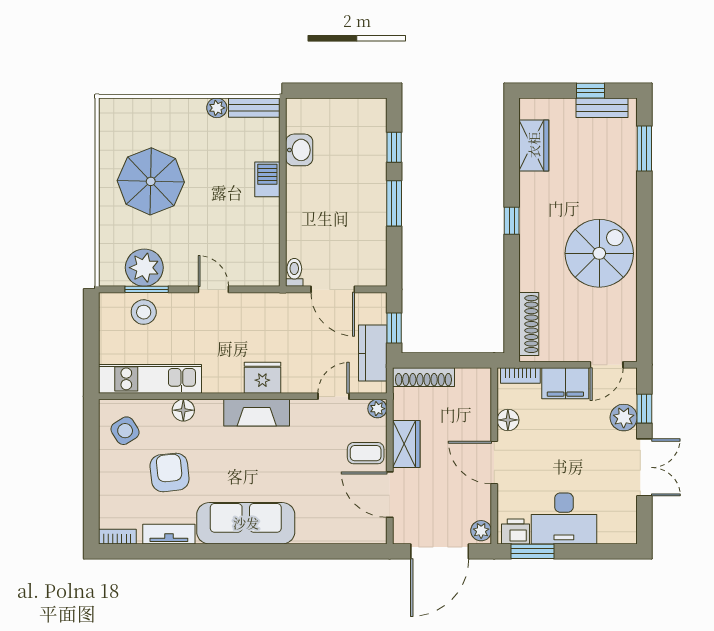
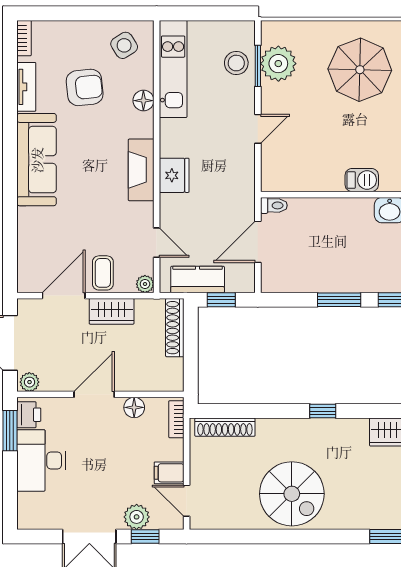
filing cabinet: (565, 383) -> (169, 473), width x0.50

